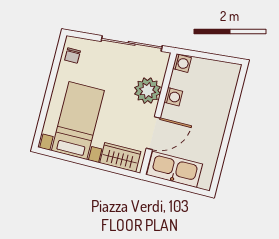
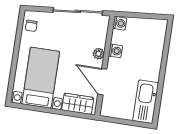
plant: (148, 91) -> (99, 54), width x0.53, depth x0.53
door: (153, 133) -> (102, 82), swing flipped
kitchen sink: (175, 169) -> (146, 102), moved, turned -90

